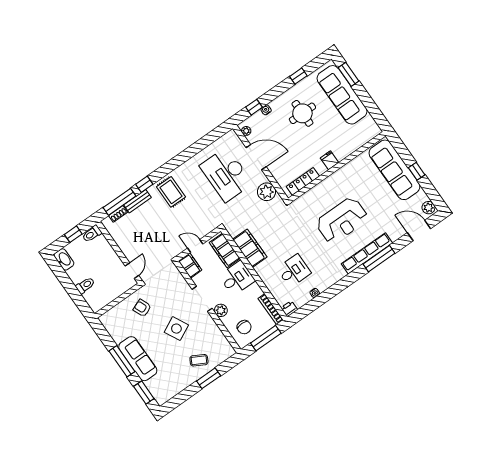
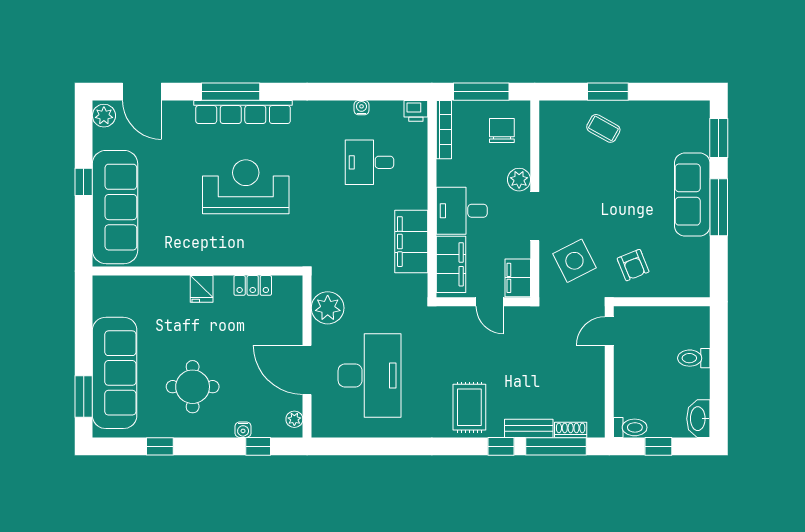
locker: (303, 181) -> (253, 285), width x0.66
side table: (176, 329) -> (574, 261), moved

